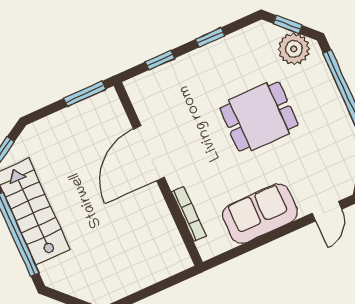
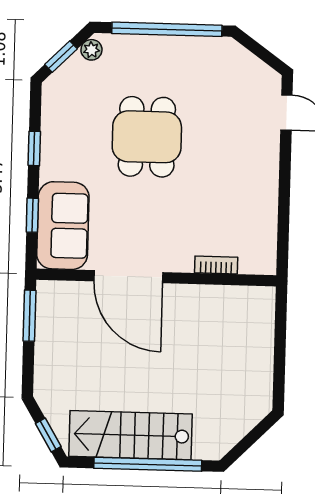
plant: (294, 49) -> (91, 50), width x0.53, depth x0.53
bookcase: (189, 214) -> (216, 265), width x0.64
sofa: (260, 214) -> (63, 226), moved, turned 180

